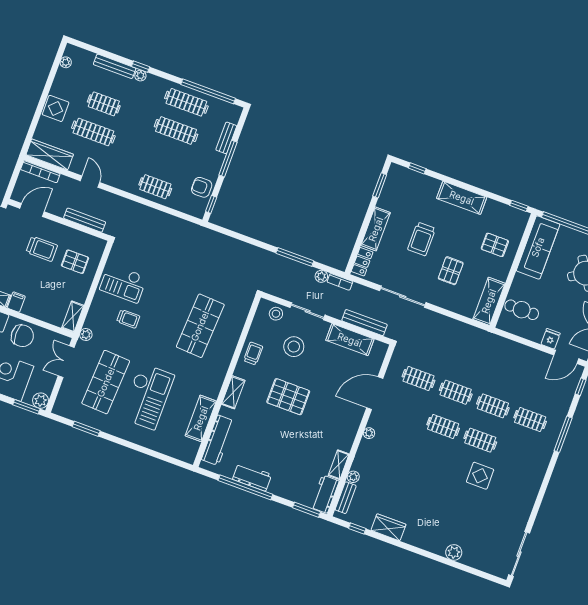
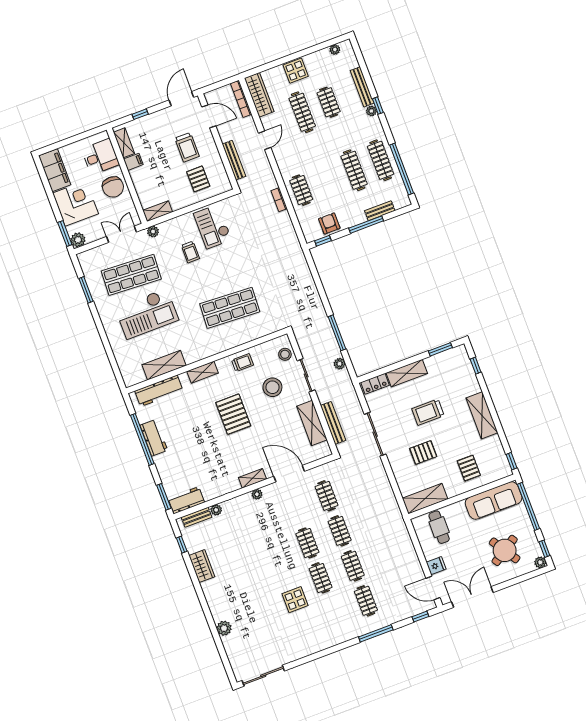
bookcase: (340, 282) -> (279, 200), moved
shelving: (339, 465) -> (252, 478), moved

